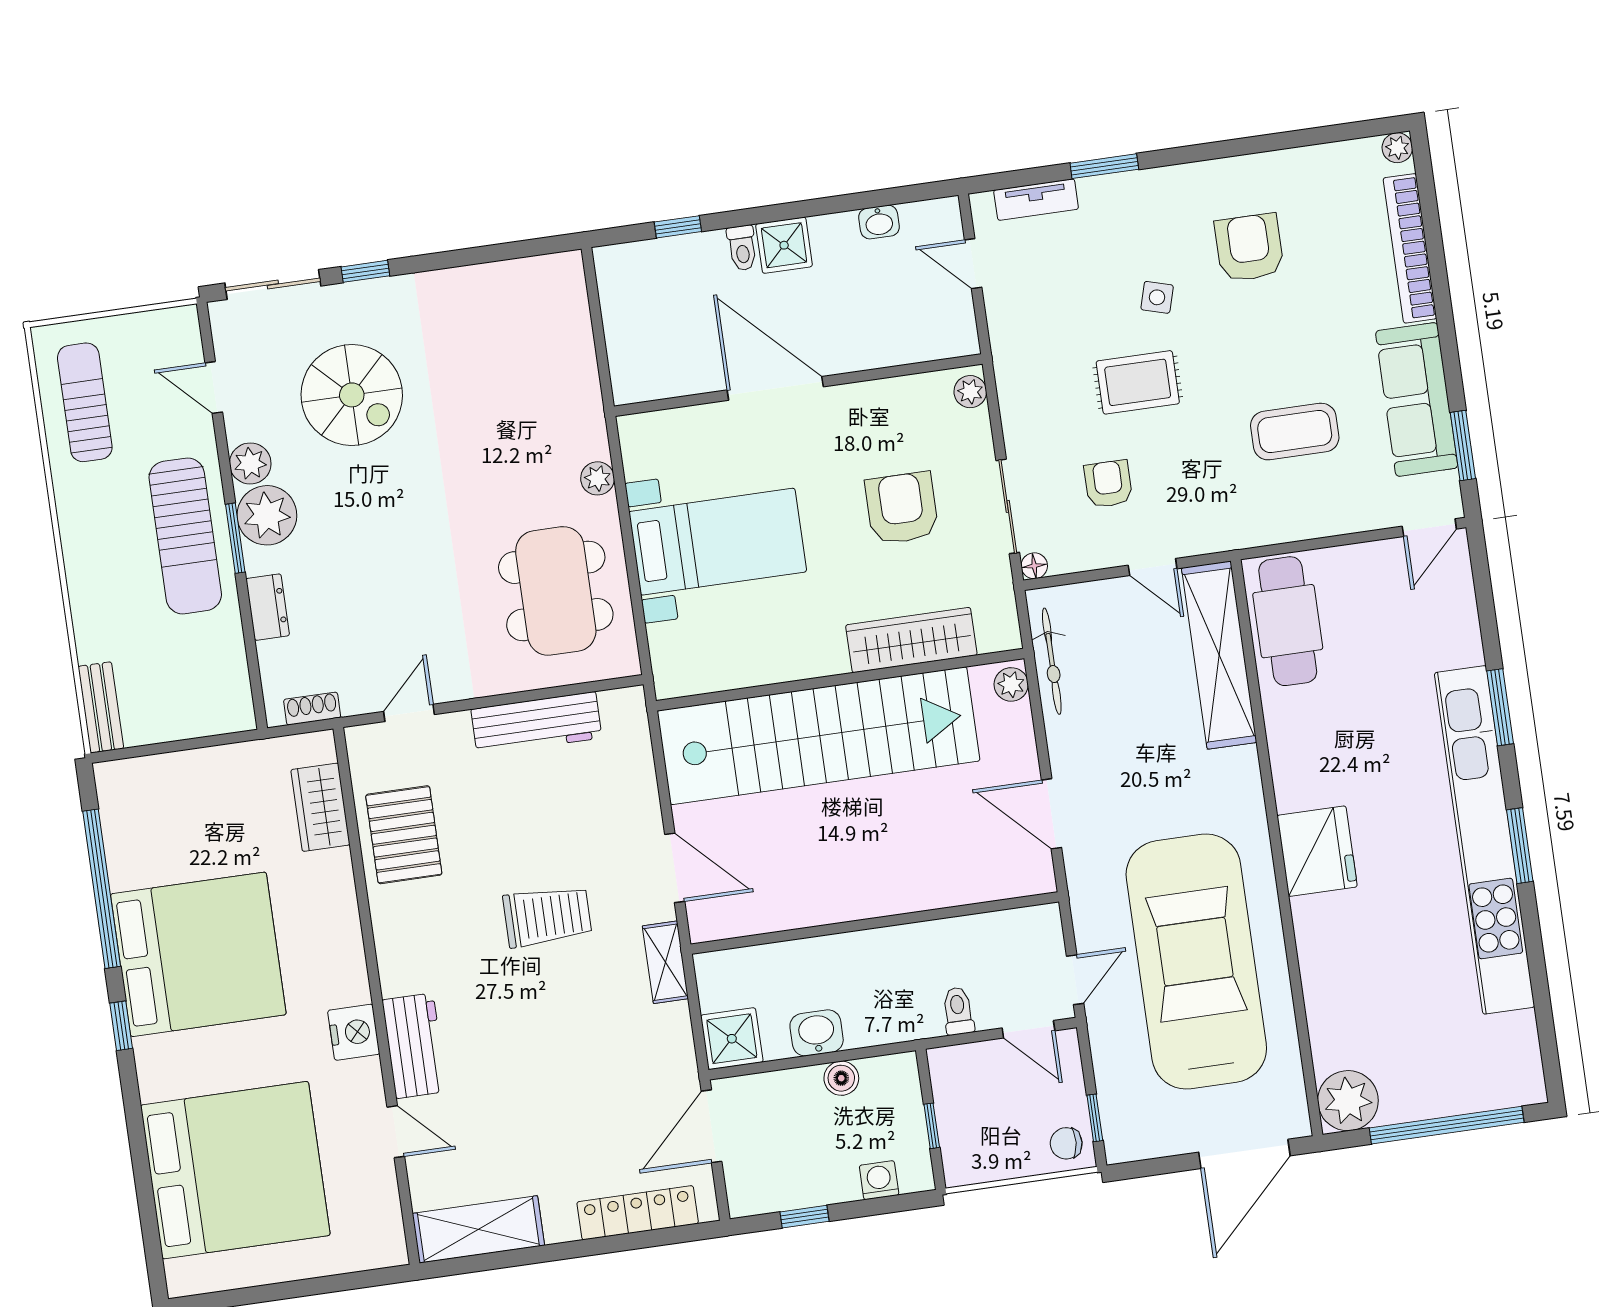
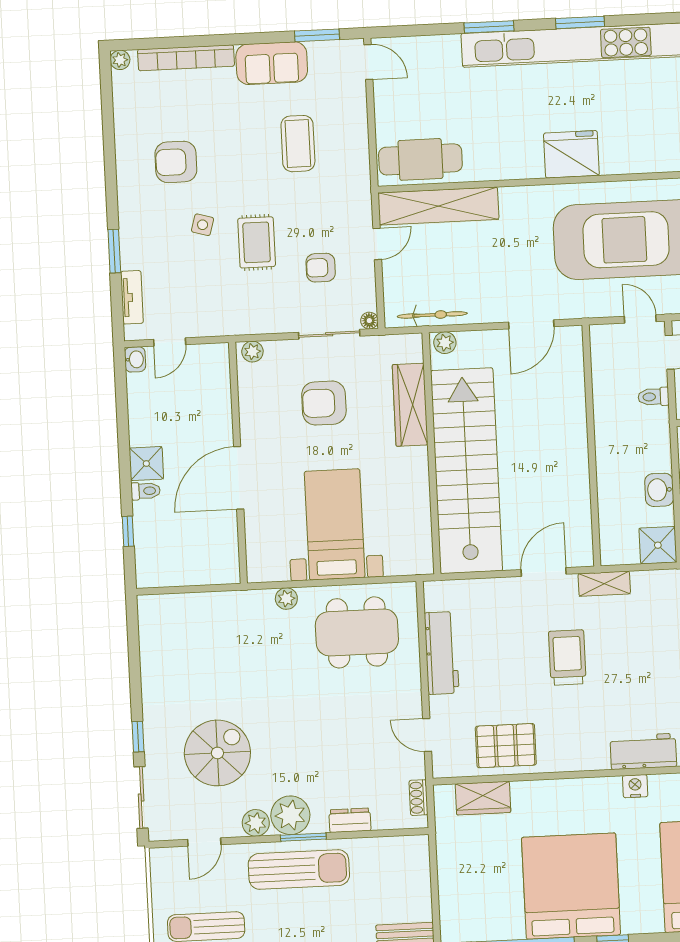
washbasin: (879, 222) -> (135, 359), moved
sofa: (1417, 399) -> (272, 63), width x0.73
nightstand: (354, 1032) -> (635, 786), width x0.74, depth x0.75

